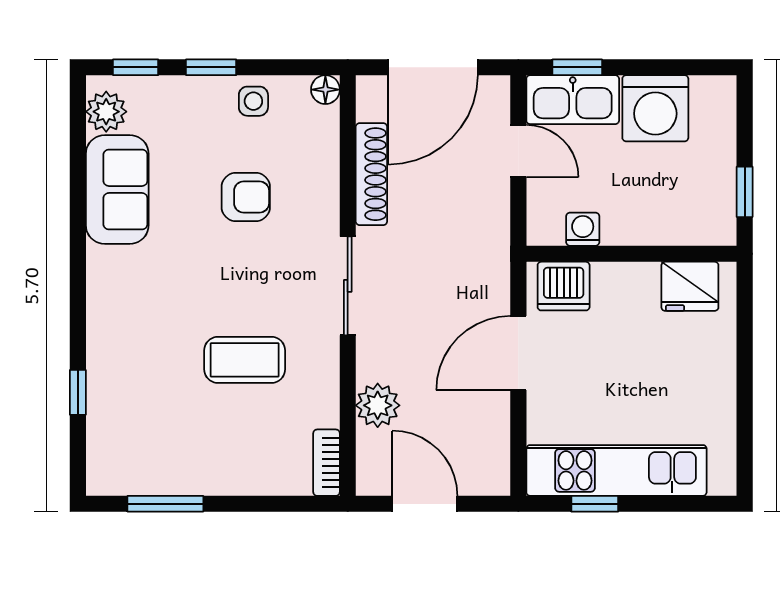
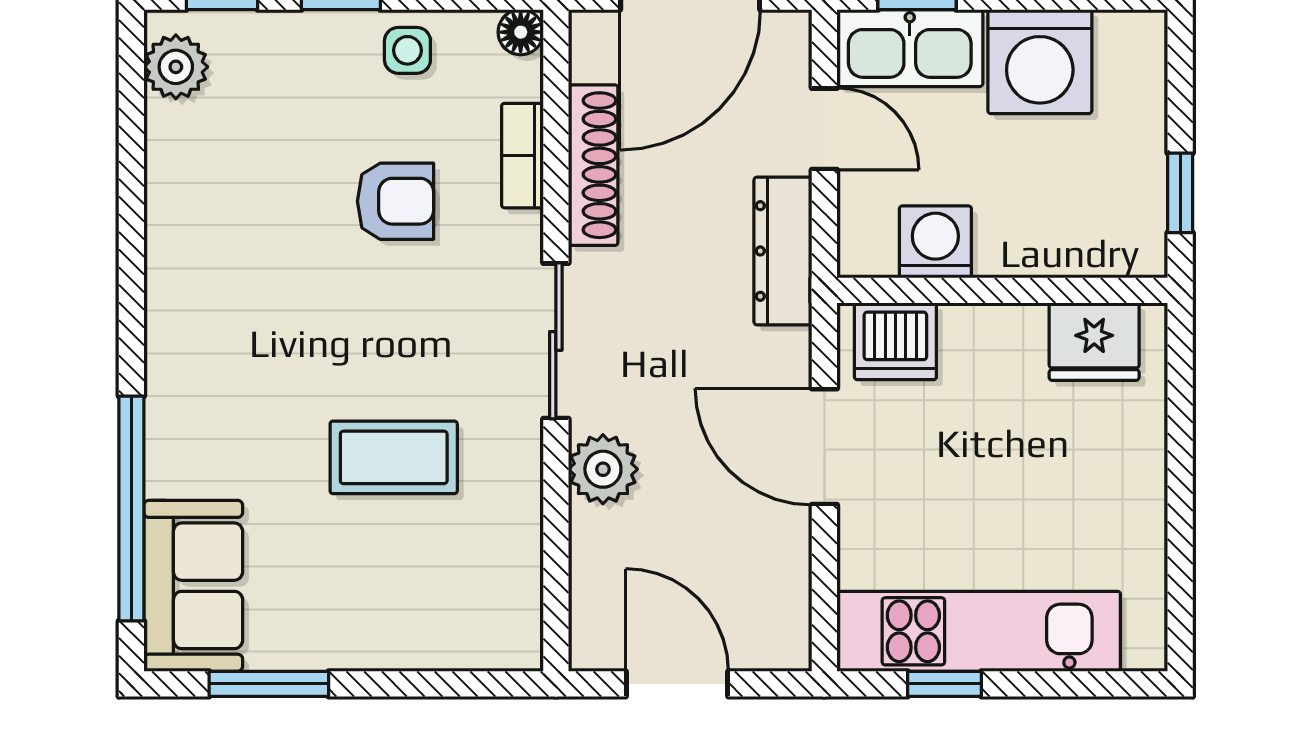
sofa: (117, 189) -> (193, 586), moved
dresser: (492, 229) -> (783, 251), added
washing machine: (583, 229) -> (935, 242), width x1.38, depth x1.38
door: (518, 353) -> (824, 447), hinge flipped
window: (78, 392) -> (131, 508), width x3.17
plant: (378, 405) -> (603, 469), moved
bookcase: (327, 463) -> (522, 156), moved

